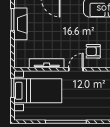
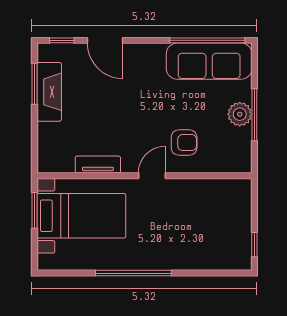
armchair: (93, 51) -> (184, 143), turned 180
tv unit: (47, 63) -> (98, 165), width x0.71

